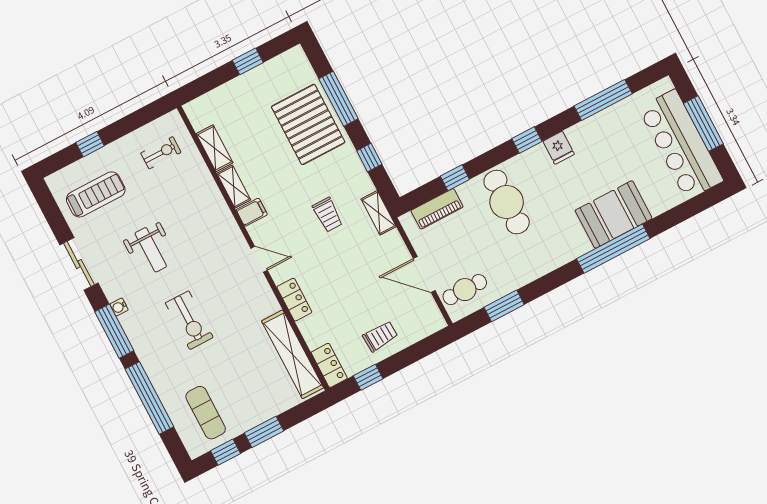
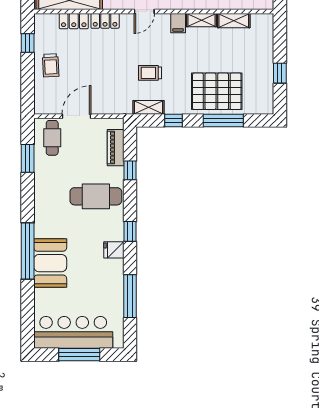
shelving: (379, 213) -> (149, 107), moved
locker: (329, 365) -> (74, 21), moved

